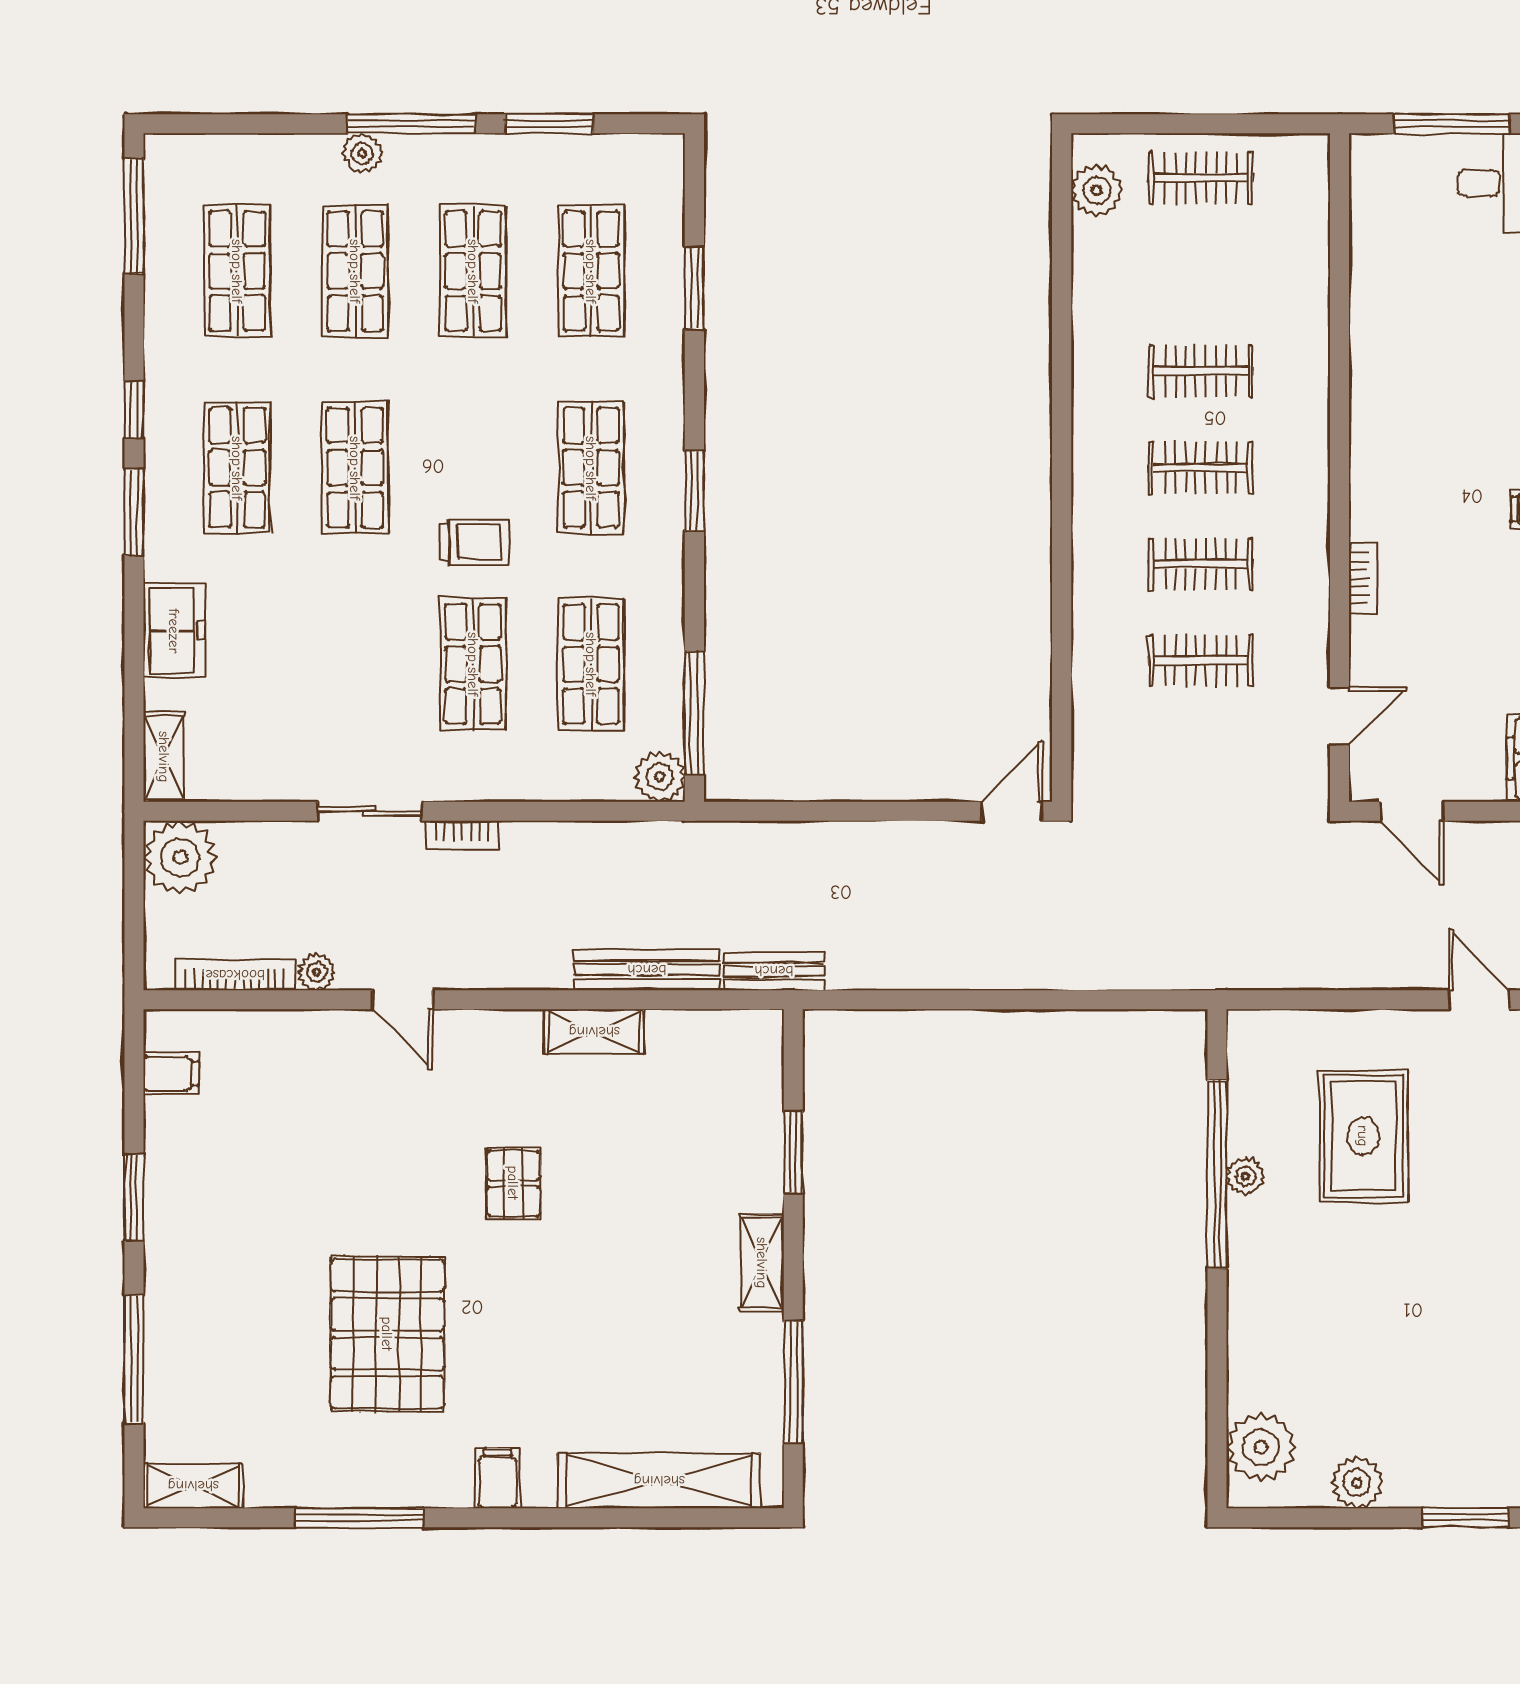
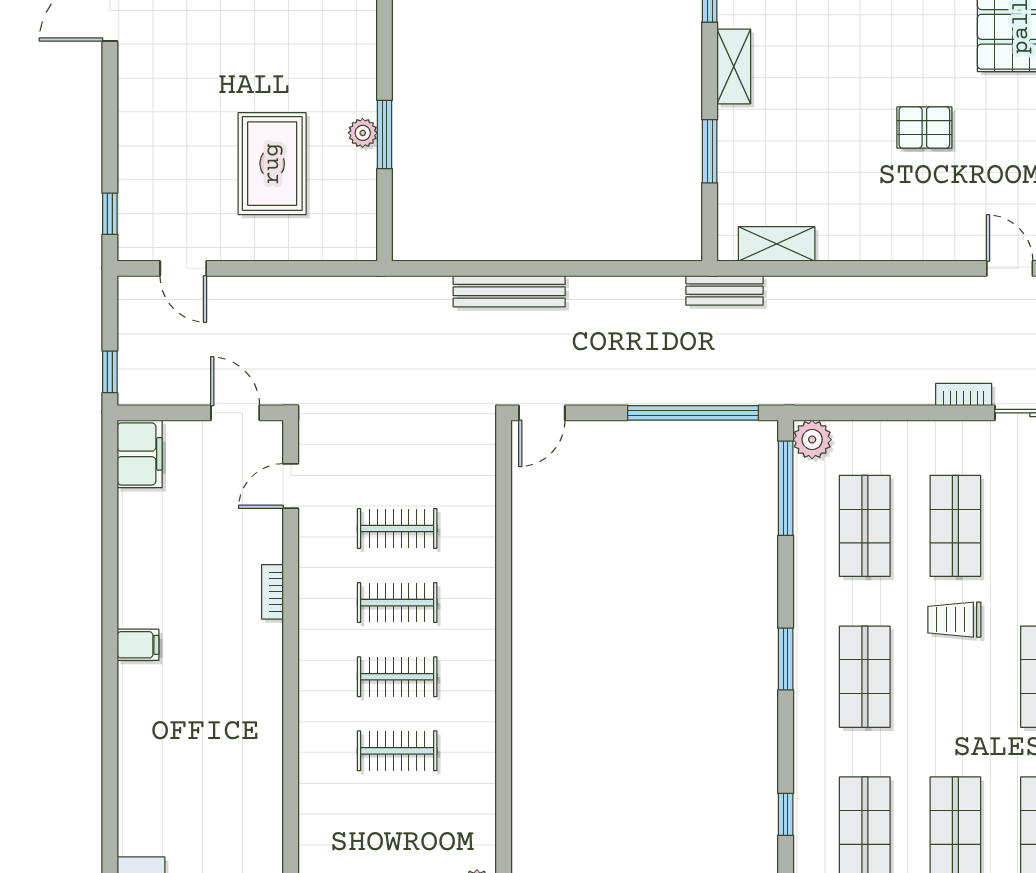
window: (694, 288) -> (786, 814), width x0.67
window: (815, 811) -> (693, 413), added
bench: (647, 970) -> (509, 291), moved
shelving: (594, 1032) -> (777, 244), moved
window: (1217, 1174) -> (384, 134), width x0.47
pallet: (513, 1183) -> (924, 127), turned 90

